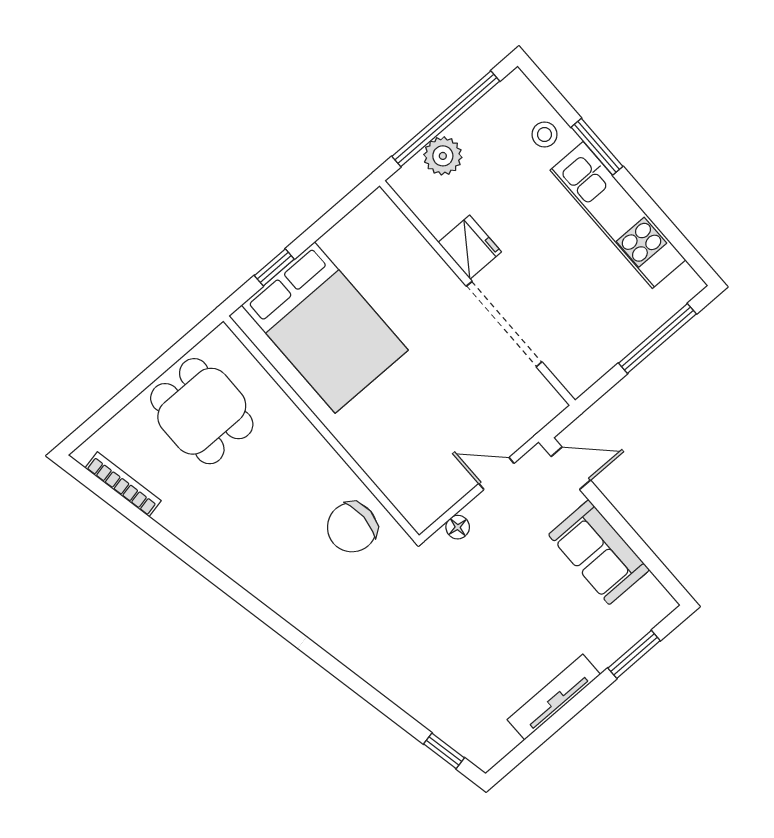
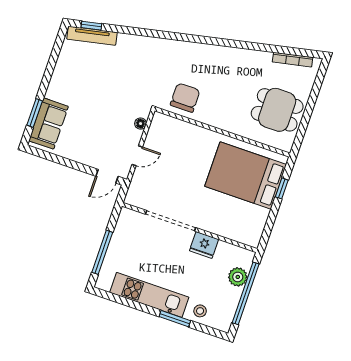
sofa: (599, 552) -> (49, 124), moved, turned 90
tv unit: (554, 697) -> (92, 36), moved, turned 78

